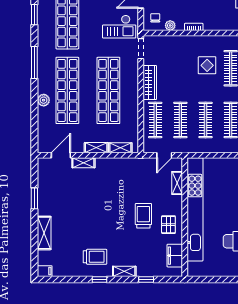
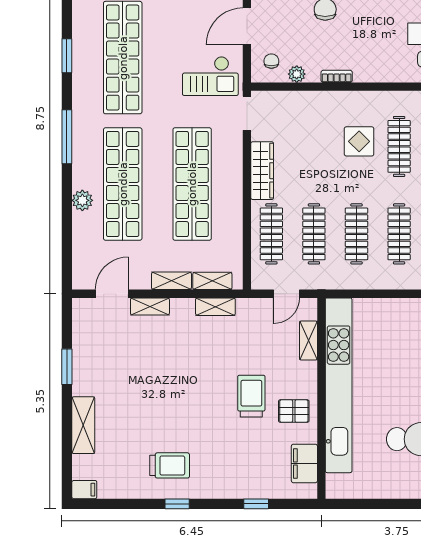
pallet: (168, 225) -> (294, 411), turned 90
shelving: (124, 271) -> (215, 307), moved

